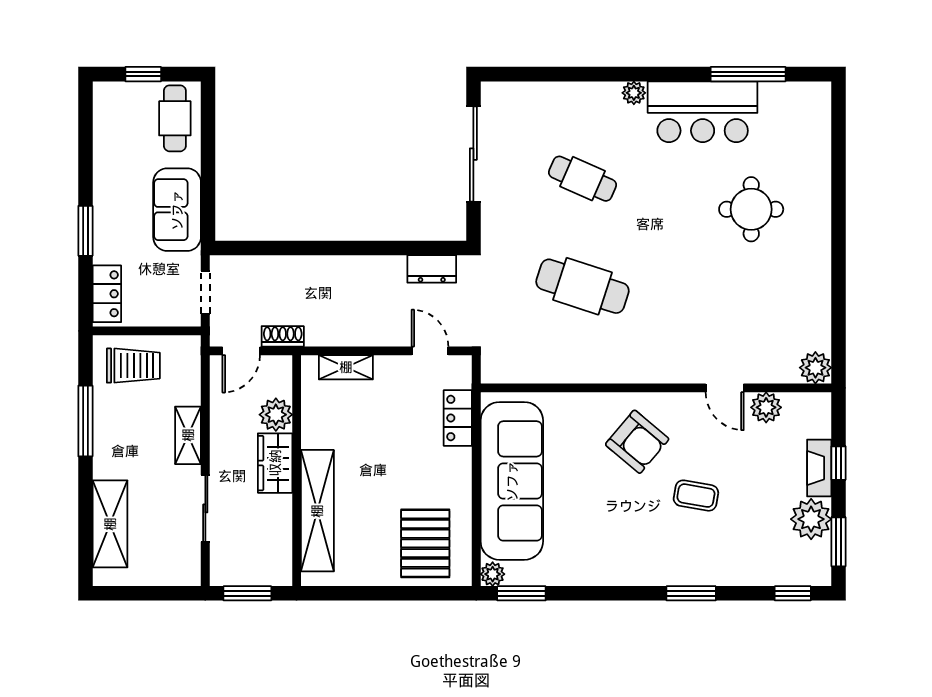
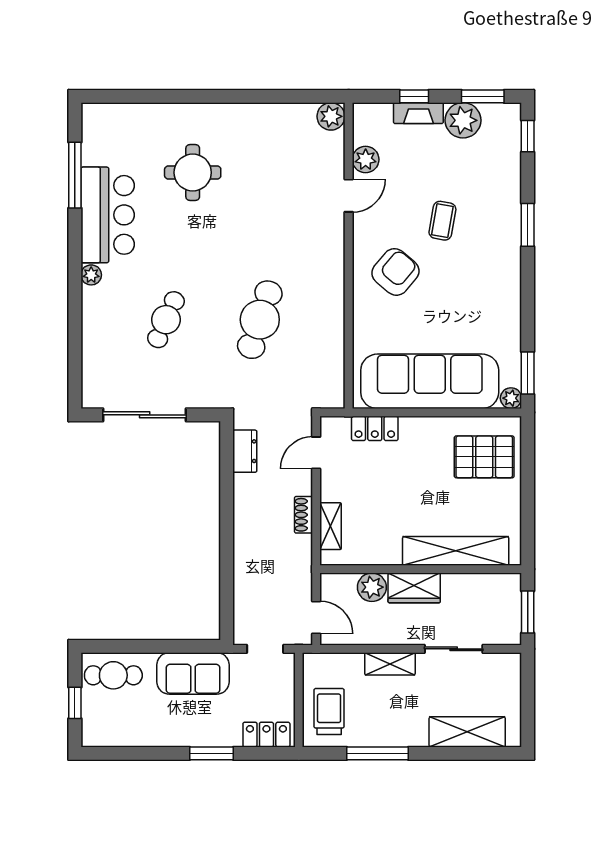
shoe rack: (283, 336) -> (303, 515), moved

